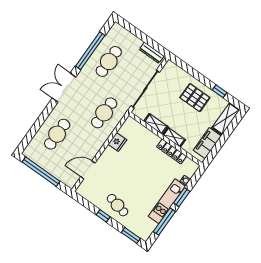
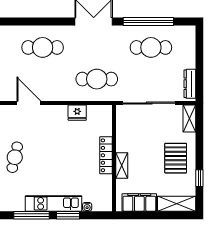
shelving: (156, 124) -> (189, 119), moved
locker: (172, 151) -> (106, 155), moved

